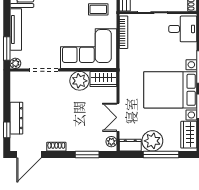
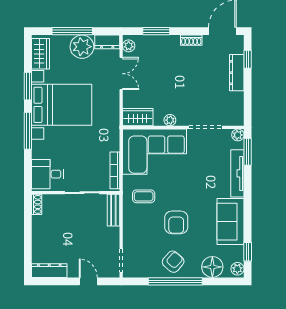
plant: (80, 81) -> (170, 120), width x0.53, depth x0.53

